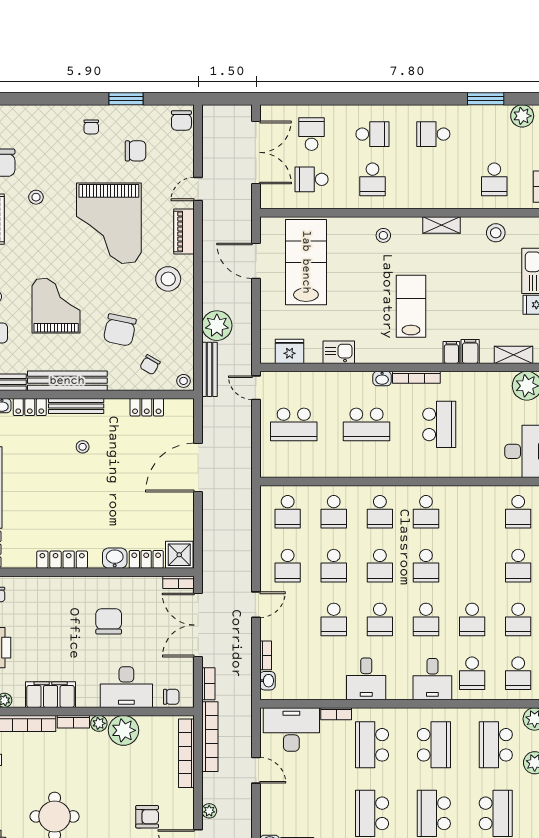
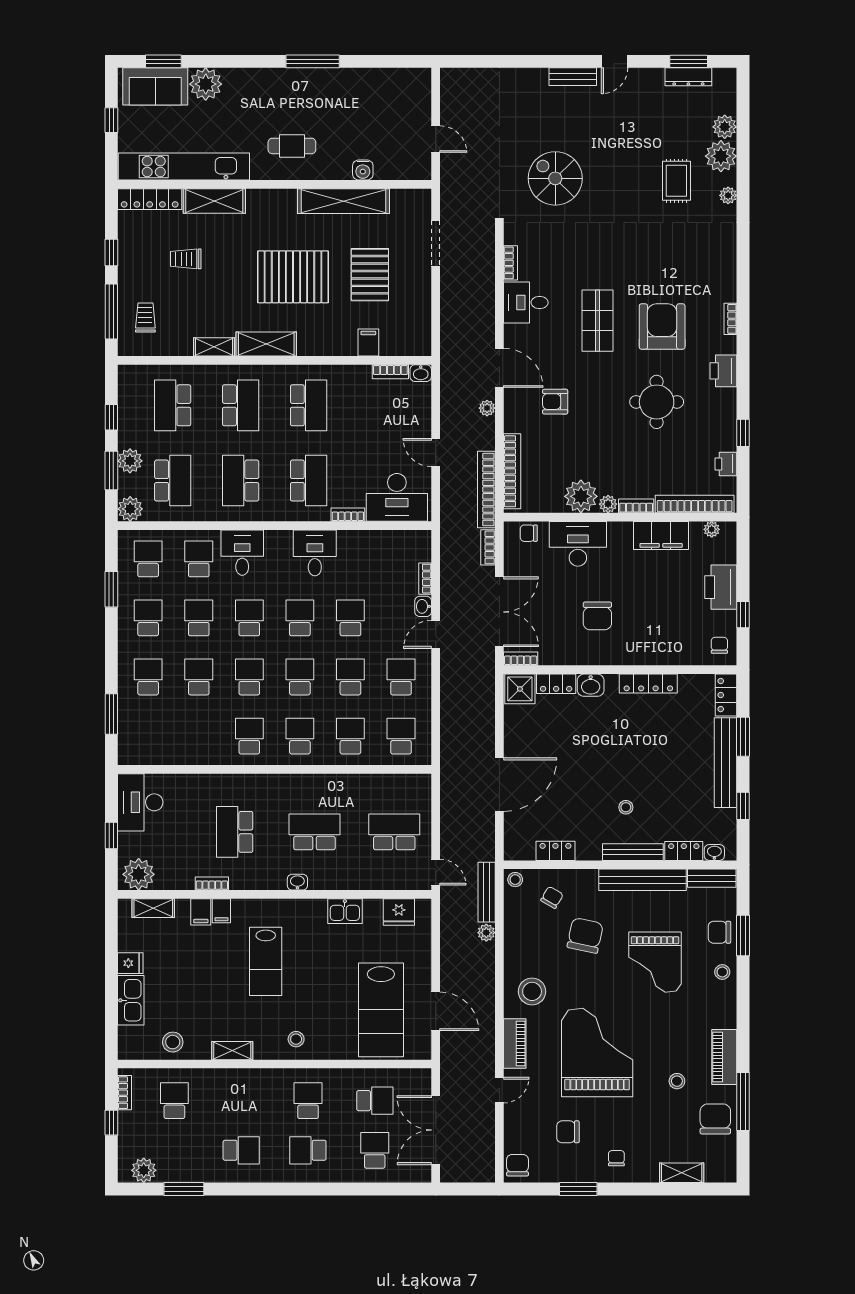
shelving: (32, 114) -> (682, 1173), added
school desk: (312, 134) -> (375, 1150), turned 180
plant: (217, 326) -> (486, 933), width x0.53, depth x0.53
bookcase: (416, 377) -> (212, 884), moved, width x0.64
school desk: (518, 512) -> (199, 677), moved
washbasin: (267, 681) -> (423, 606), moved

